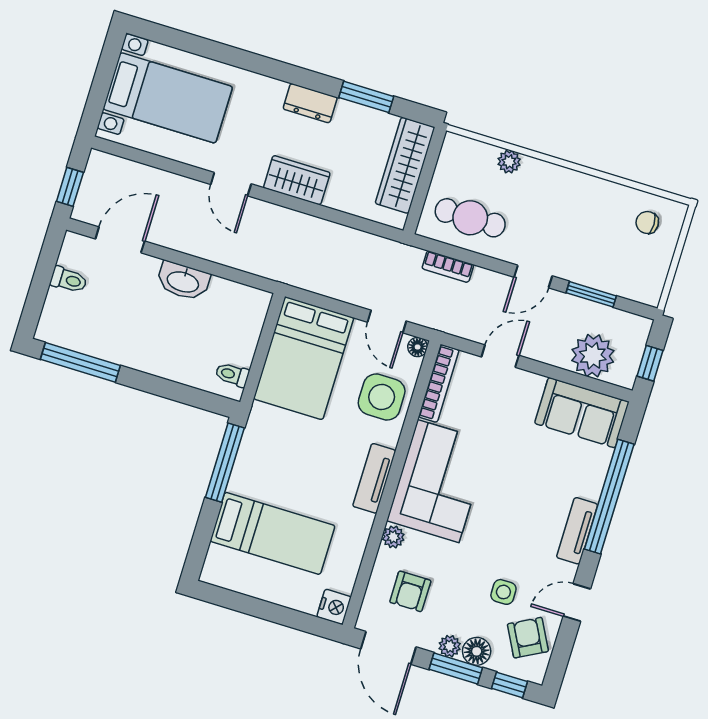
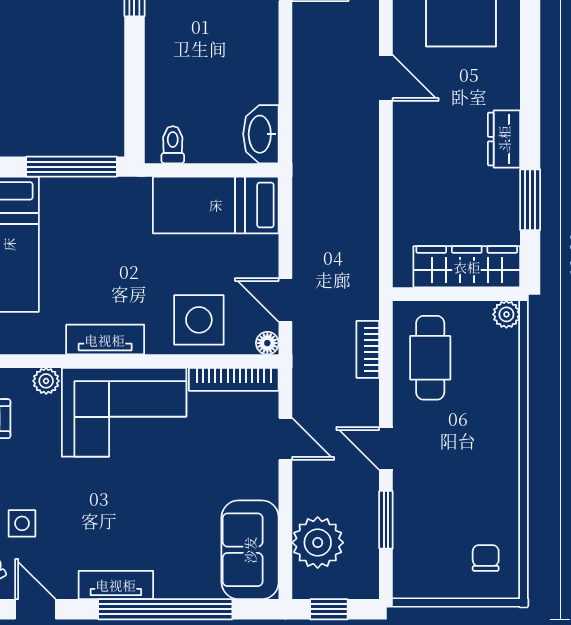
plant: (509, 162) -> (506, 314), moved
wardrobe: (297, 180) -> (413, 150), removed
door: (231, 184) -> (386, 78), swing flipped
washbasin: (183, 281) -> (261, 134), moved
door: (387, 322) -> (285, 300), hinge flipped
bed: (304, 358) -> (216, 205), width x0.67

